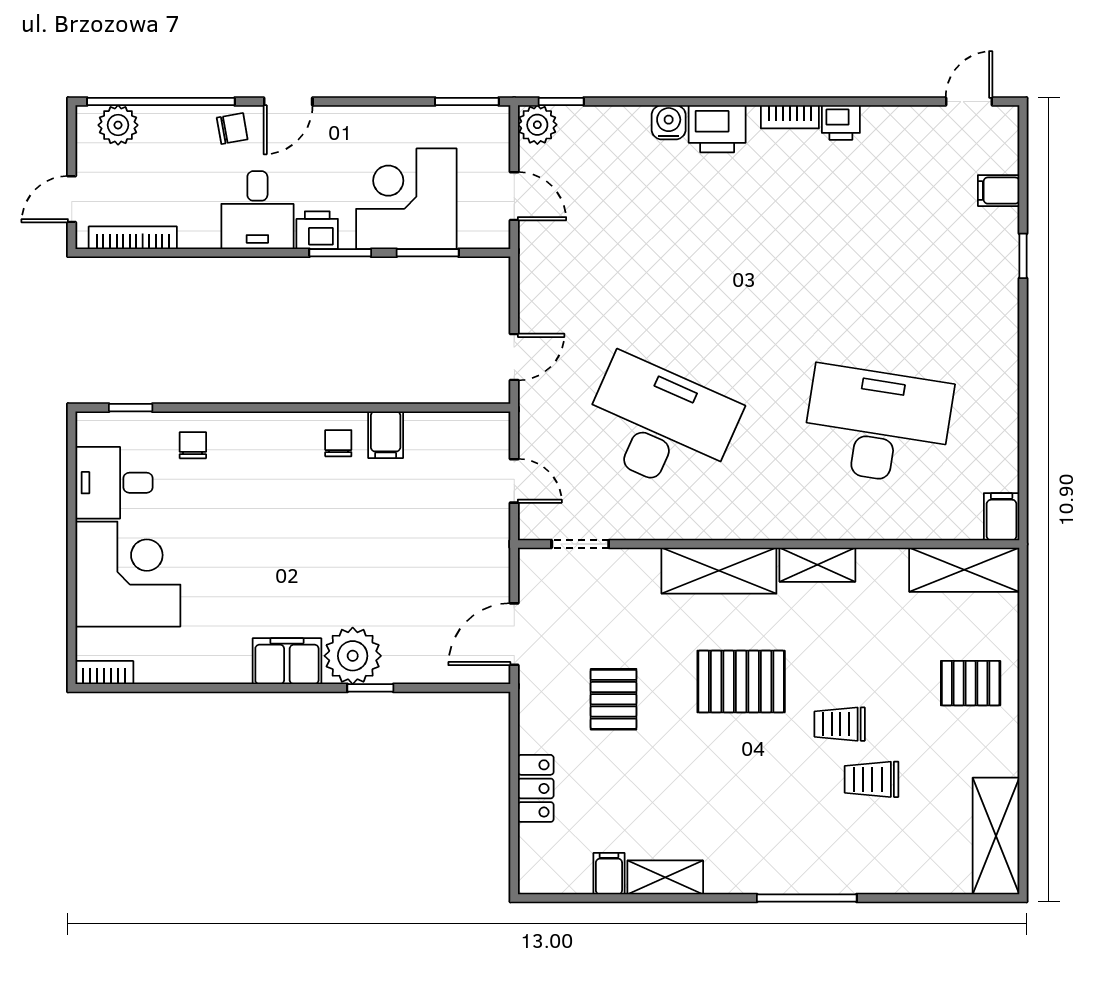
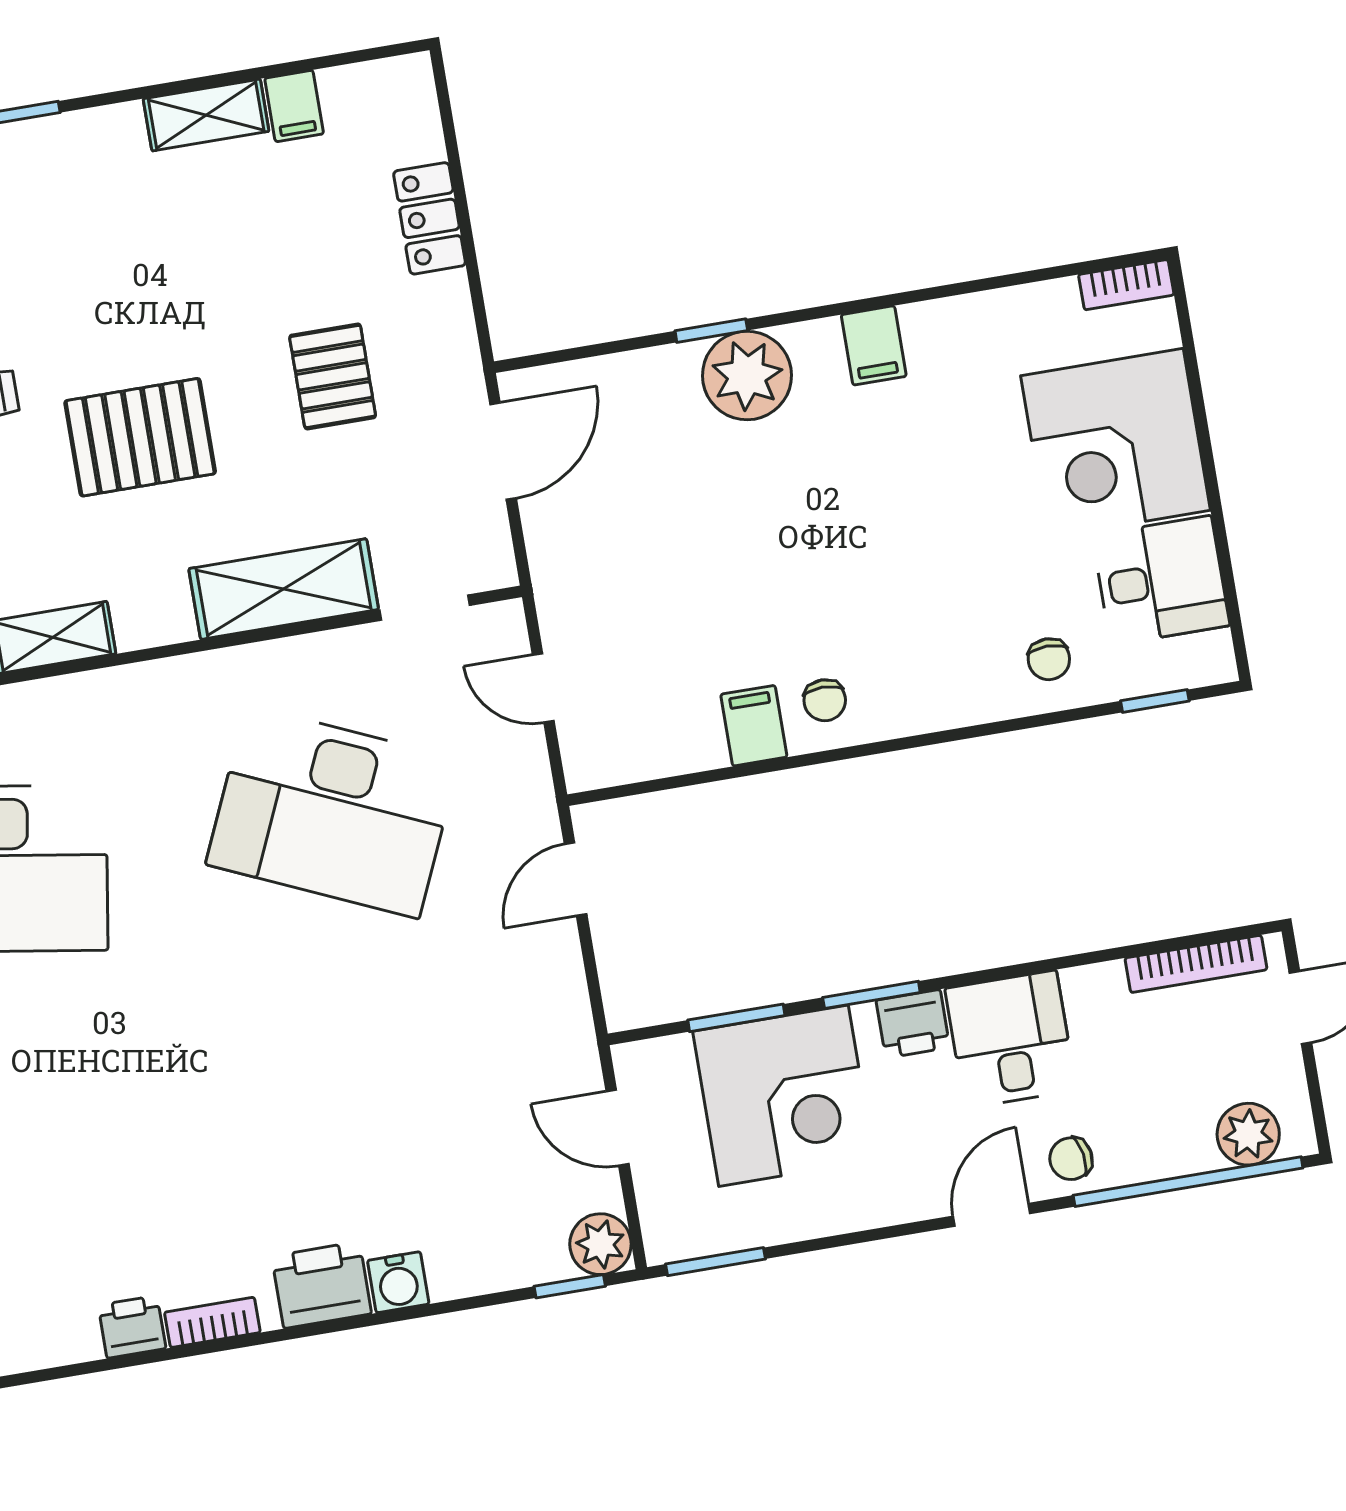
shelving: (719, 571) -> (284, 589), moved
filing cabinet: (287, 661) -> (874, 345), width x0.50

